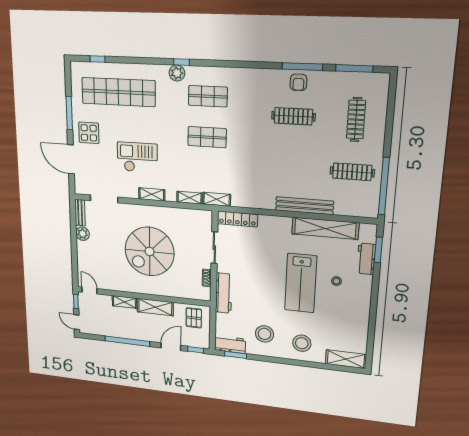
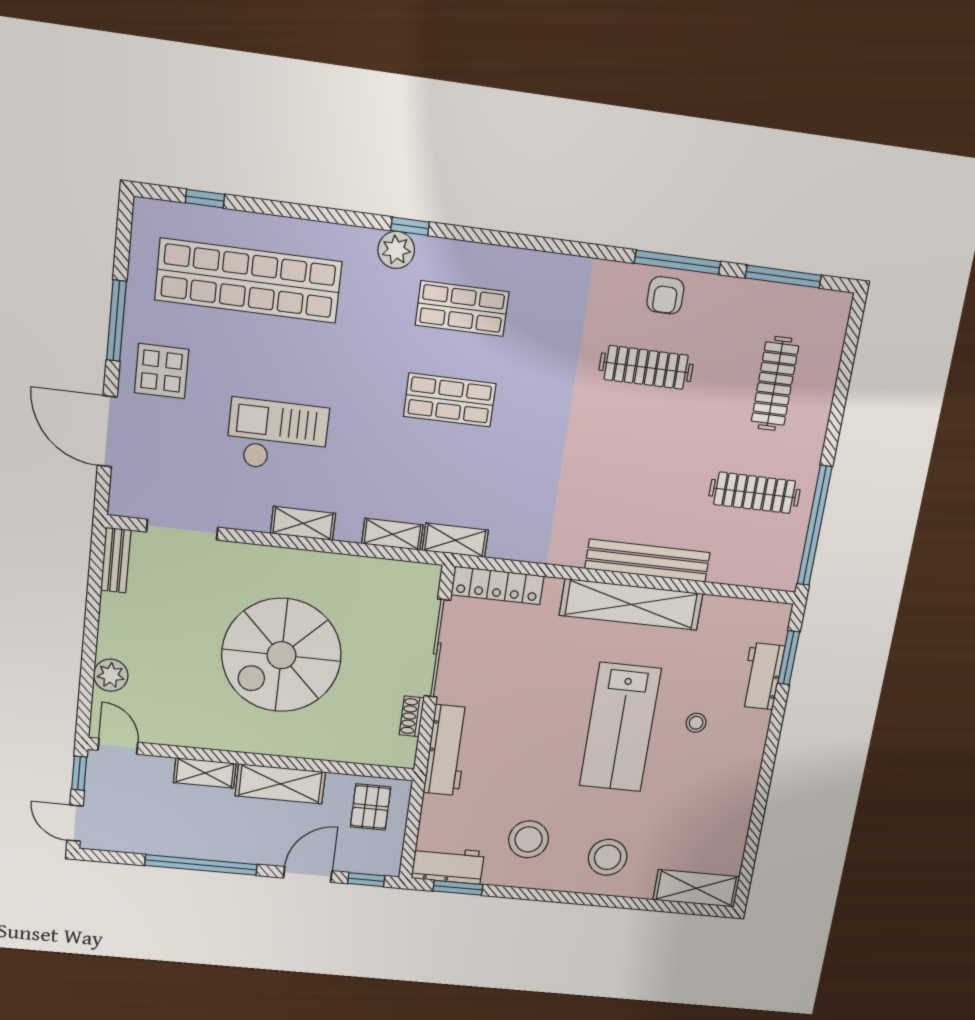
shelving: (325, 228) -> (631, 604), moved
plant: (83, 234) -> (111, 675), moved
sliding door: (214, 248) -> (437, 648), width x1.37

